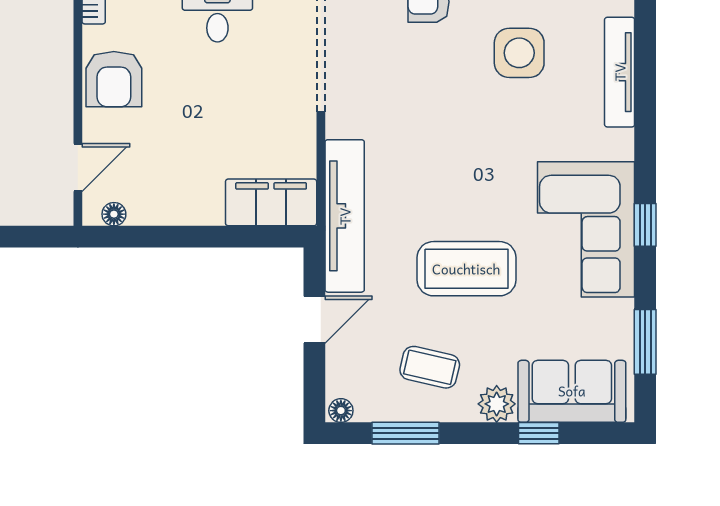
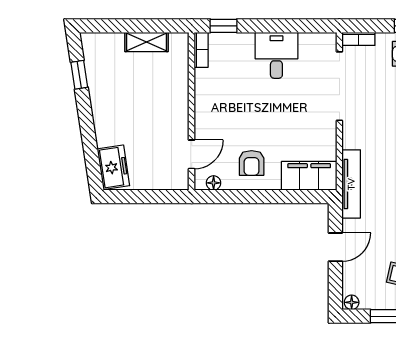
armchair: (114, 79) -> (252, 163), moved, width x0.72, depth x0.72
tv unit: (345, 216) -> (351, 184), width x0.73, depth x0.78

